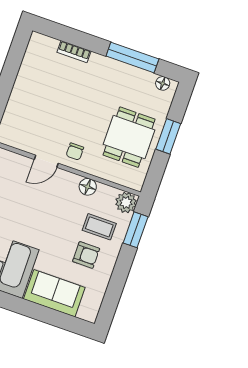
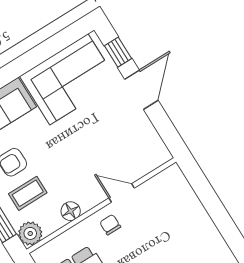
door: (46, 161) -> (122, 193), hinge flipped

